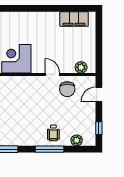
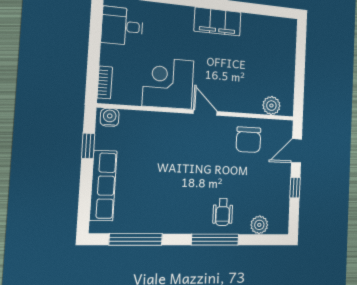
filing cabinet: (74, 19) -> (218, 22), moved
door: (52, 74) -> (205, 113), moved
window: (99, 128) -> (295, 188), moved

